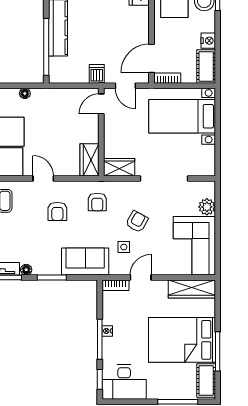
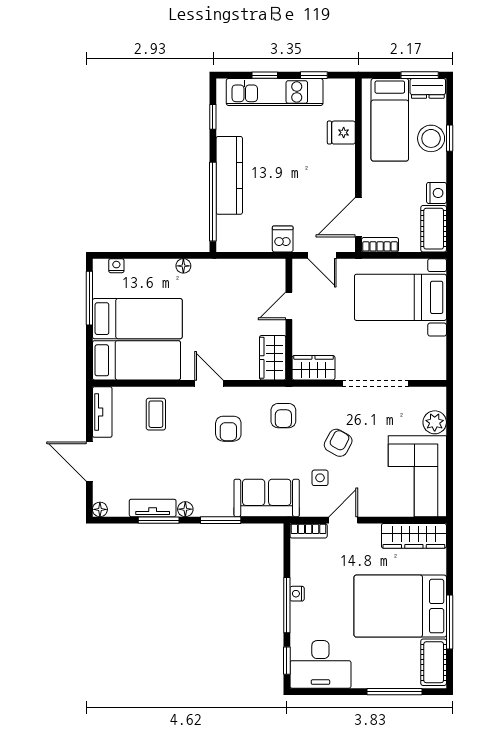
door: (101, 104) -> (289, 306), moved

